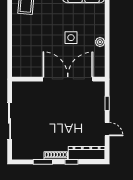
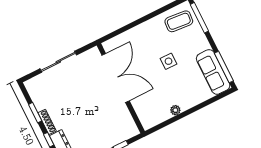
side table: (71, 38) -> (168, 61), moved
double door: (68, 79) -> (116, 78), moved

